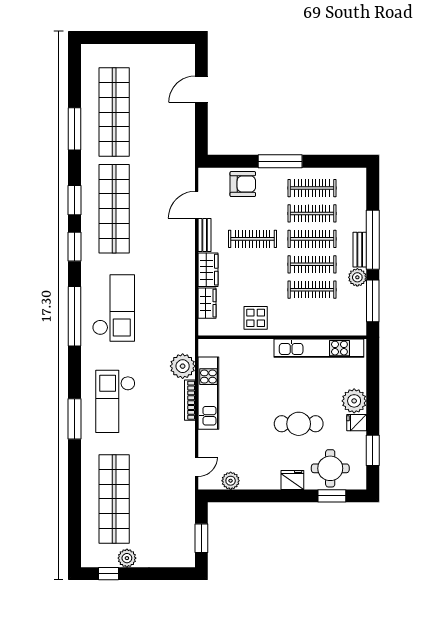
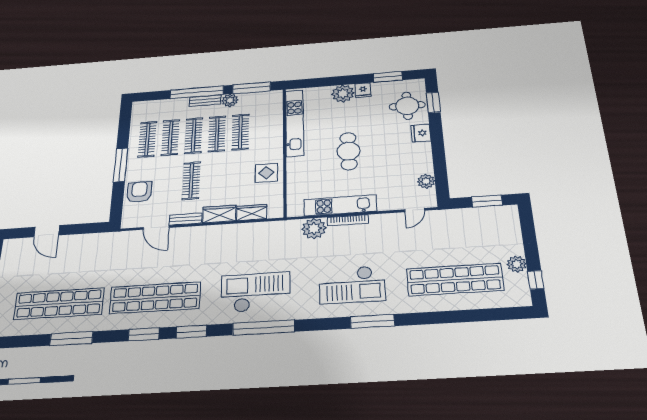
cafe table: (299, 424) -> (349, 151), moved
door: (197, 467) -> (415, 210), swing flipped

